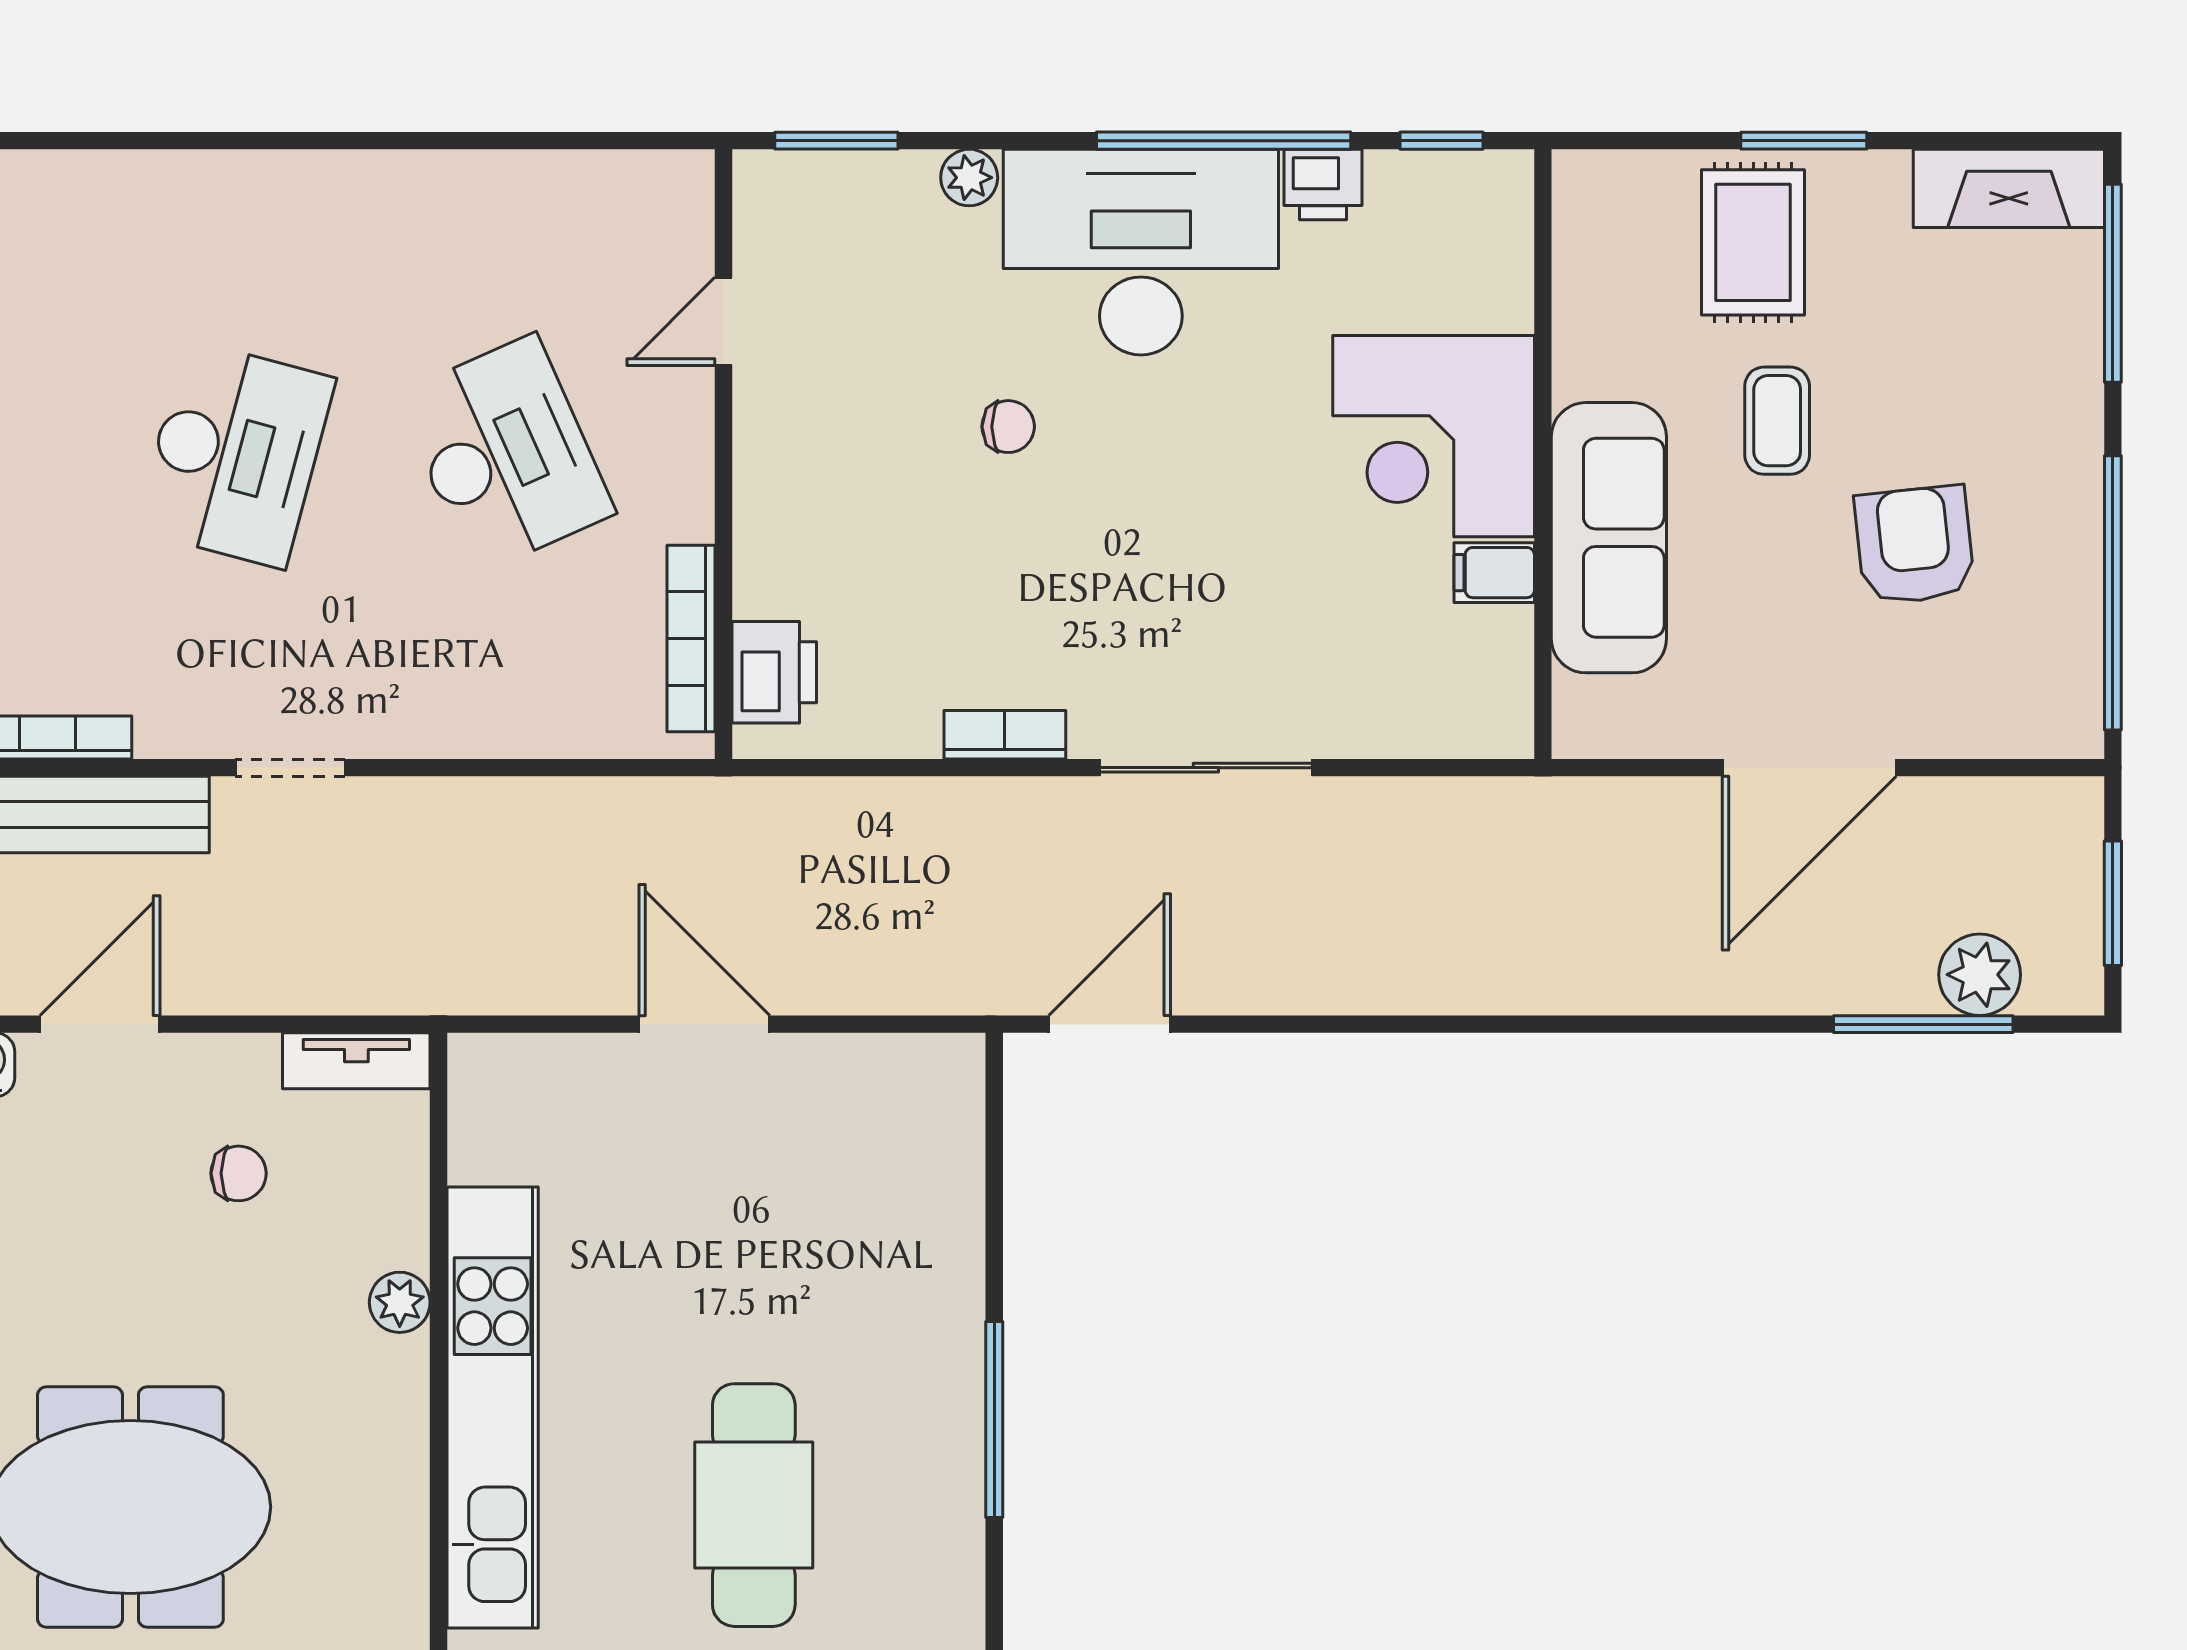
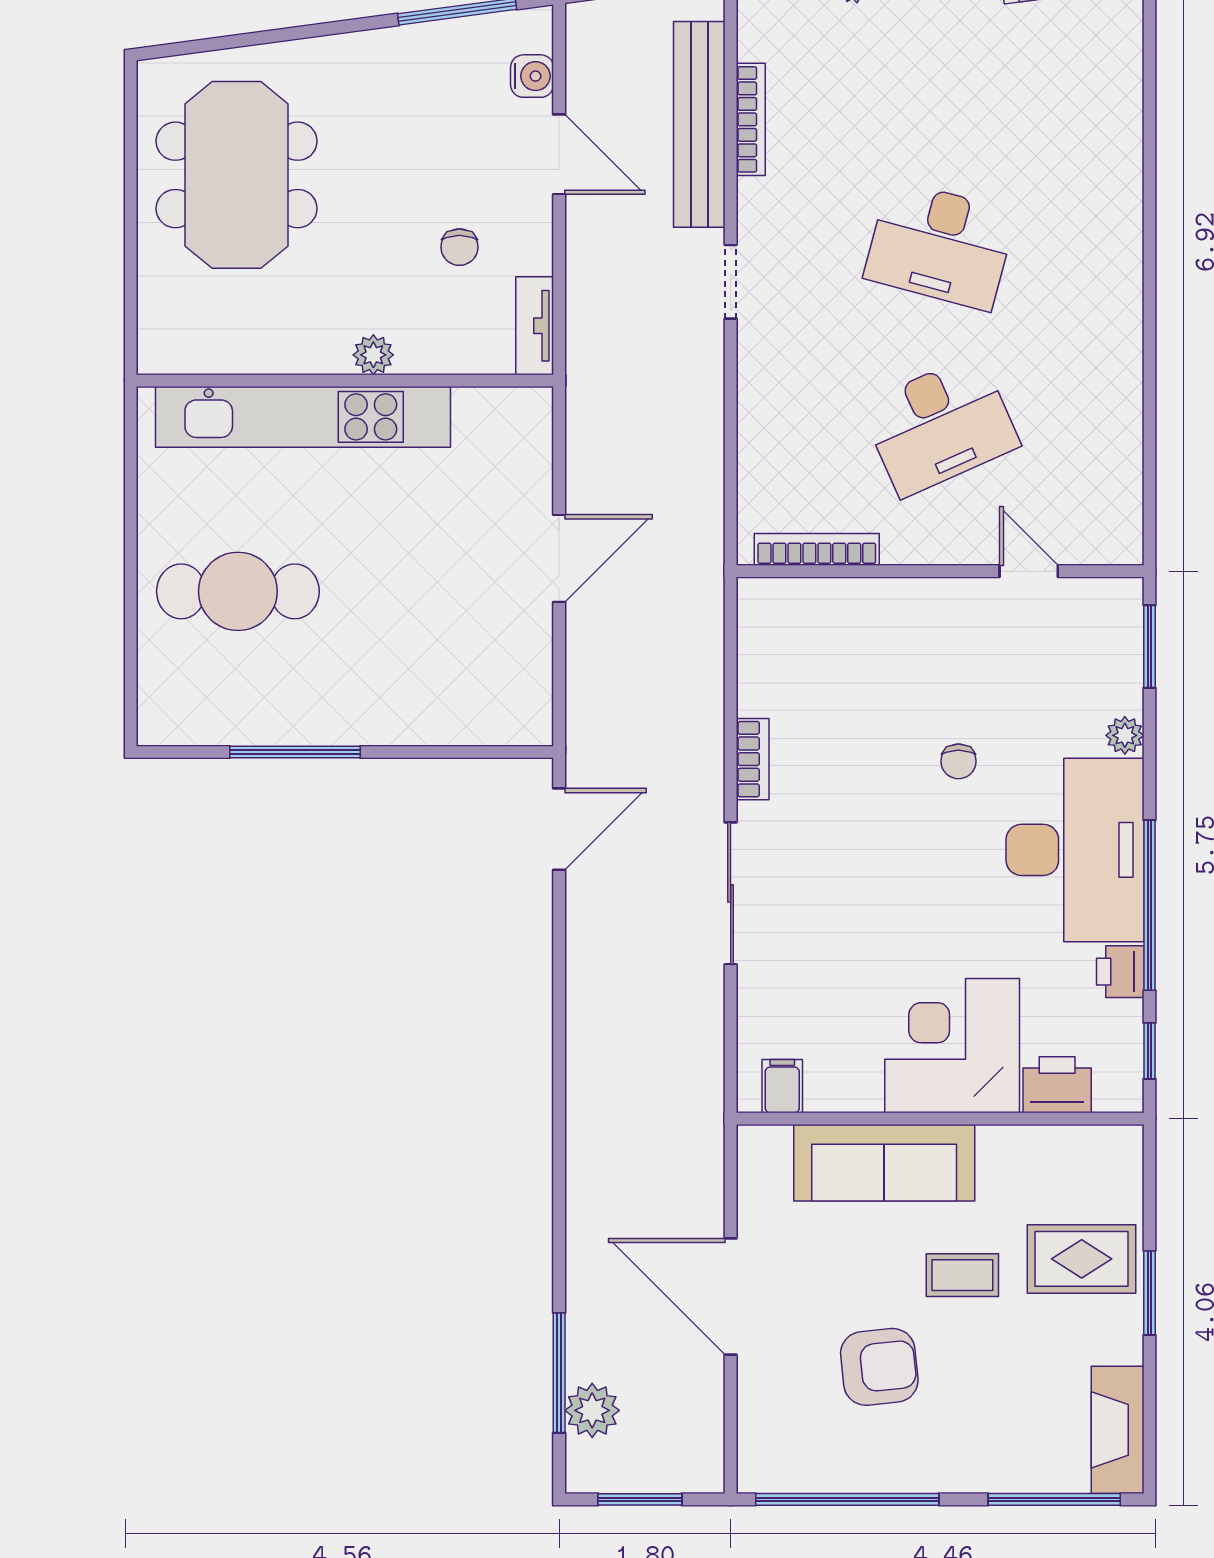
filing cabinet: (1494, 573) -> (782, 1086), moved
printer: (774, 672) -> (1057, 1085), moved, turned 180
door: (1109, 1024) -> (559, 829), hinge flipped

